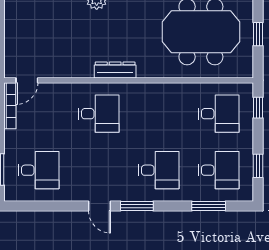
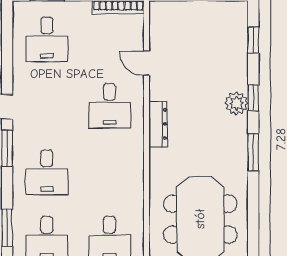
door: (27, 80) -> (146, 63), moved

